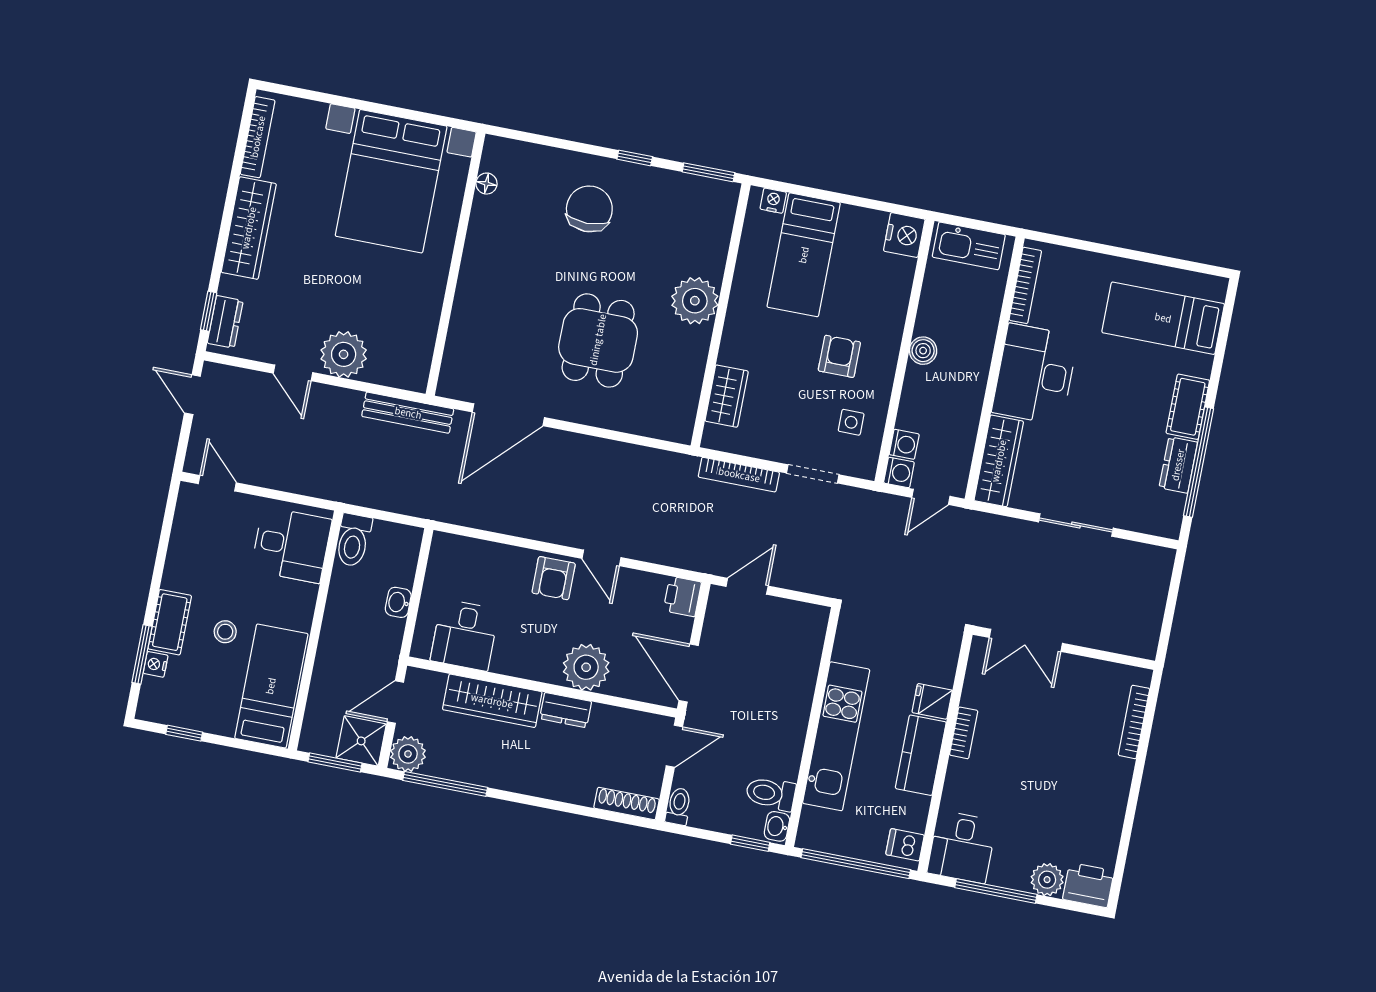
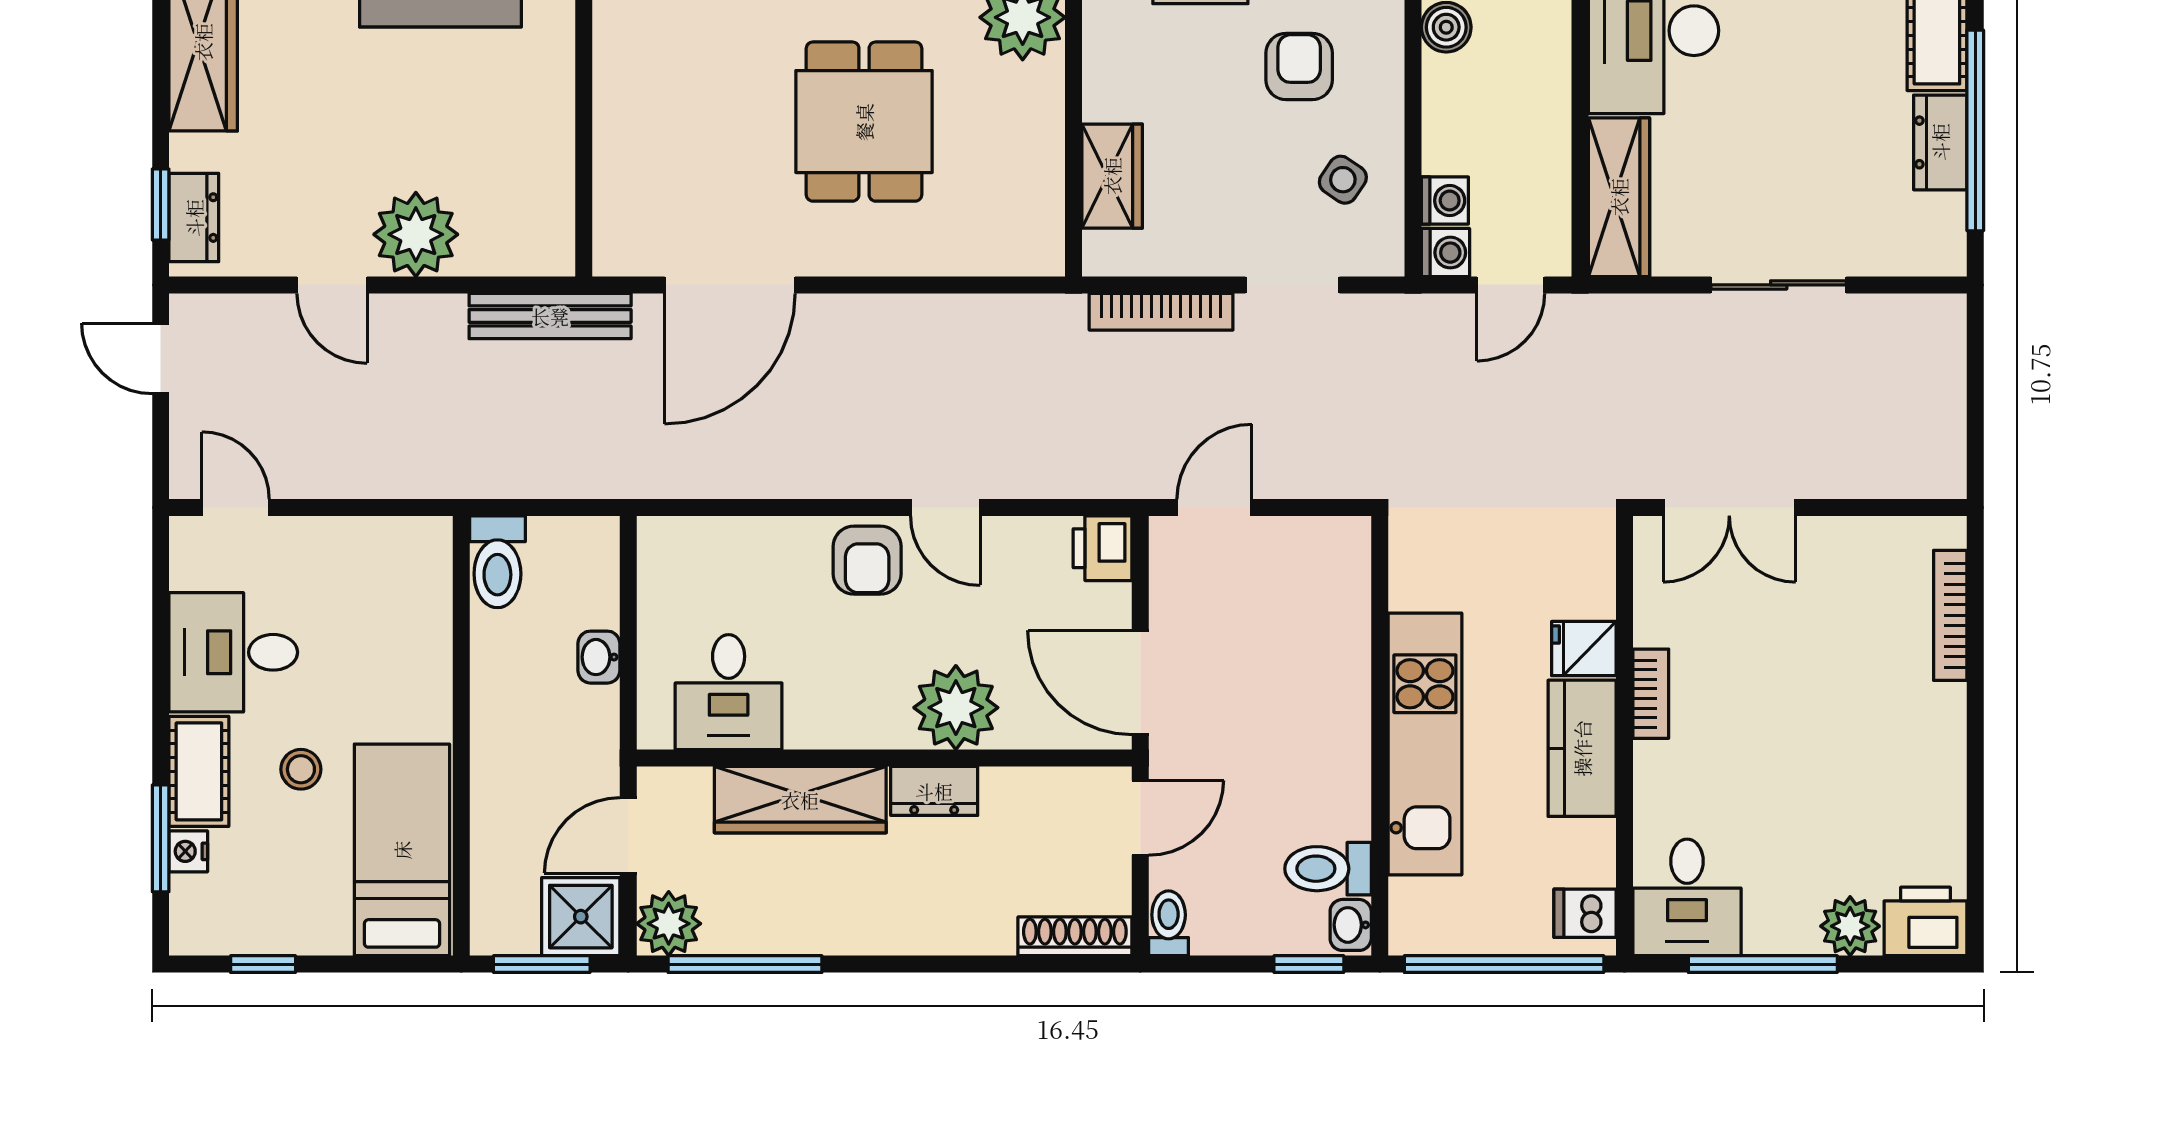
side table: (851, 422) -> (1343, 180), turned 34
desk: (291, 545) -> (233, 652), moved, turned 180

